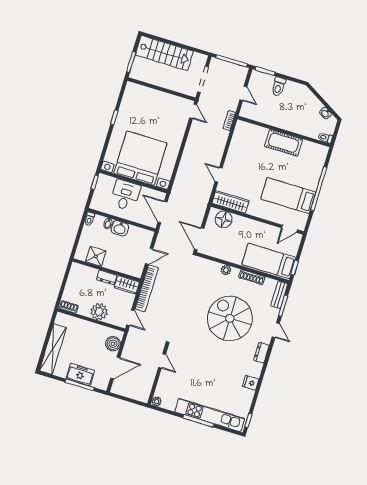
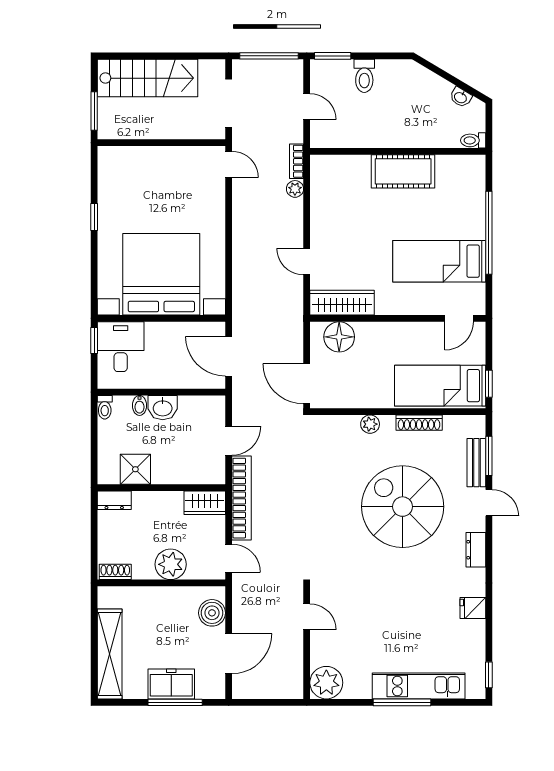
plant: (224, 135) -> (295, 189), added
desk: (125, 195) -> (121, 347), moved
dresser: (107, 277) -> (114, 500), moved
bench: (279, 295) -> (476, 463), moved
plant: (157, 401) -> (326, 683), width x1.87, depth x1.87
kitchen unit: (210, 415) -> (419, 686), width x0.73

